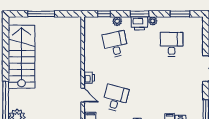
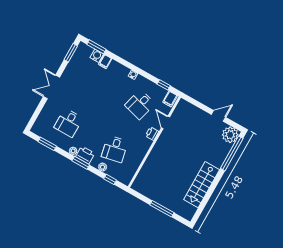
stairs: (22, 57) -> (202, 185), width x0.73, depth x0.66

